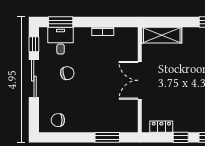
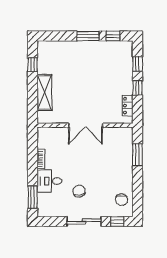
shelving: (162, 35) -> (44, 93), moved
desk: (61, 41) -> (50, 181), moved
window: (34, 44) -> (117, 221), moved

